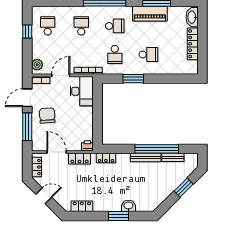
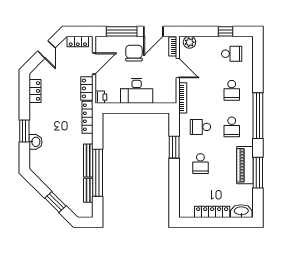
school desk: (81, 26) -> (232, 90), turned 90
desk: (82, 91) -> (137, 91), moved
door: (27, 98) -> (153, 31), swing flipped
chair: (47, 116) -> (134, 53), turned -86
locker: (106, 158) -> (88, 117), width x1.53

